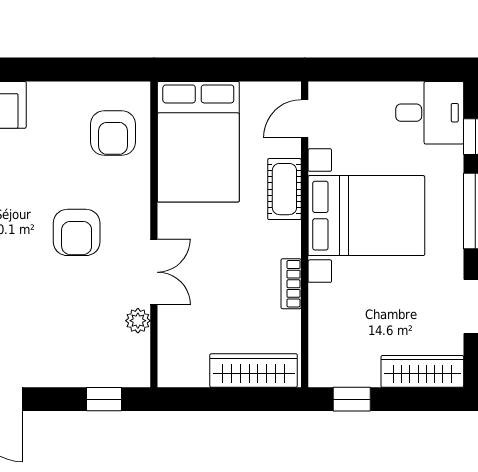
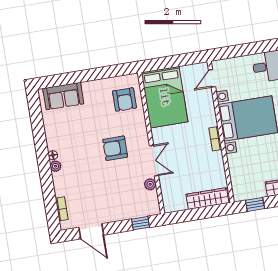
cot: (284, 189) -> (208, 112), removed
armchair: (77, 232) -> (115, 148), turned 90
bookcase: (291, 284) -> (215, 139), moved

